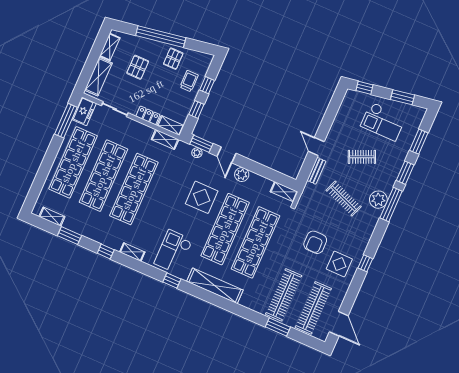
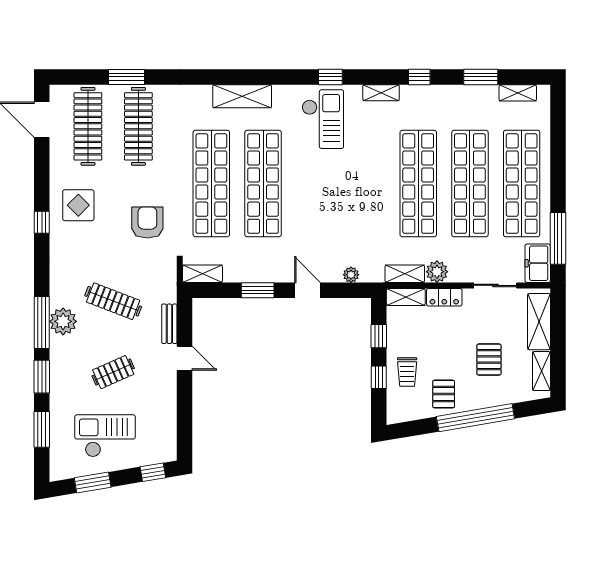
window: (201, 144) -> (258, 290), moved
plant: (242, 175) -> (437, 272), moved
display table: (202, 197) -> (316, 214), removed
armchair: (315, 242) -> (147, 222), moved
window: (172, 281) -> (330, 77), moved
shelving: (215, 286) -> (242, 96), width x0.68

